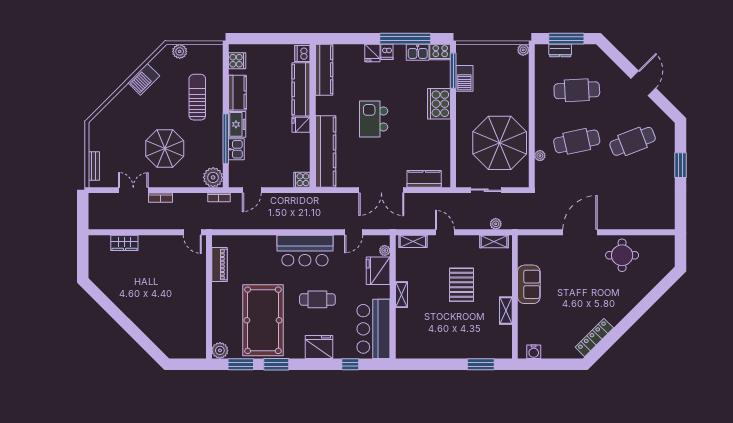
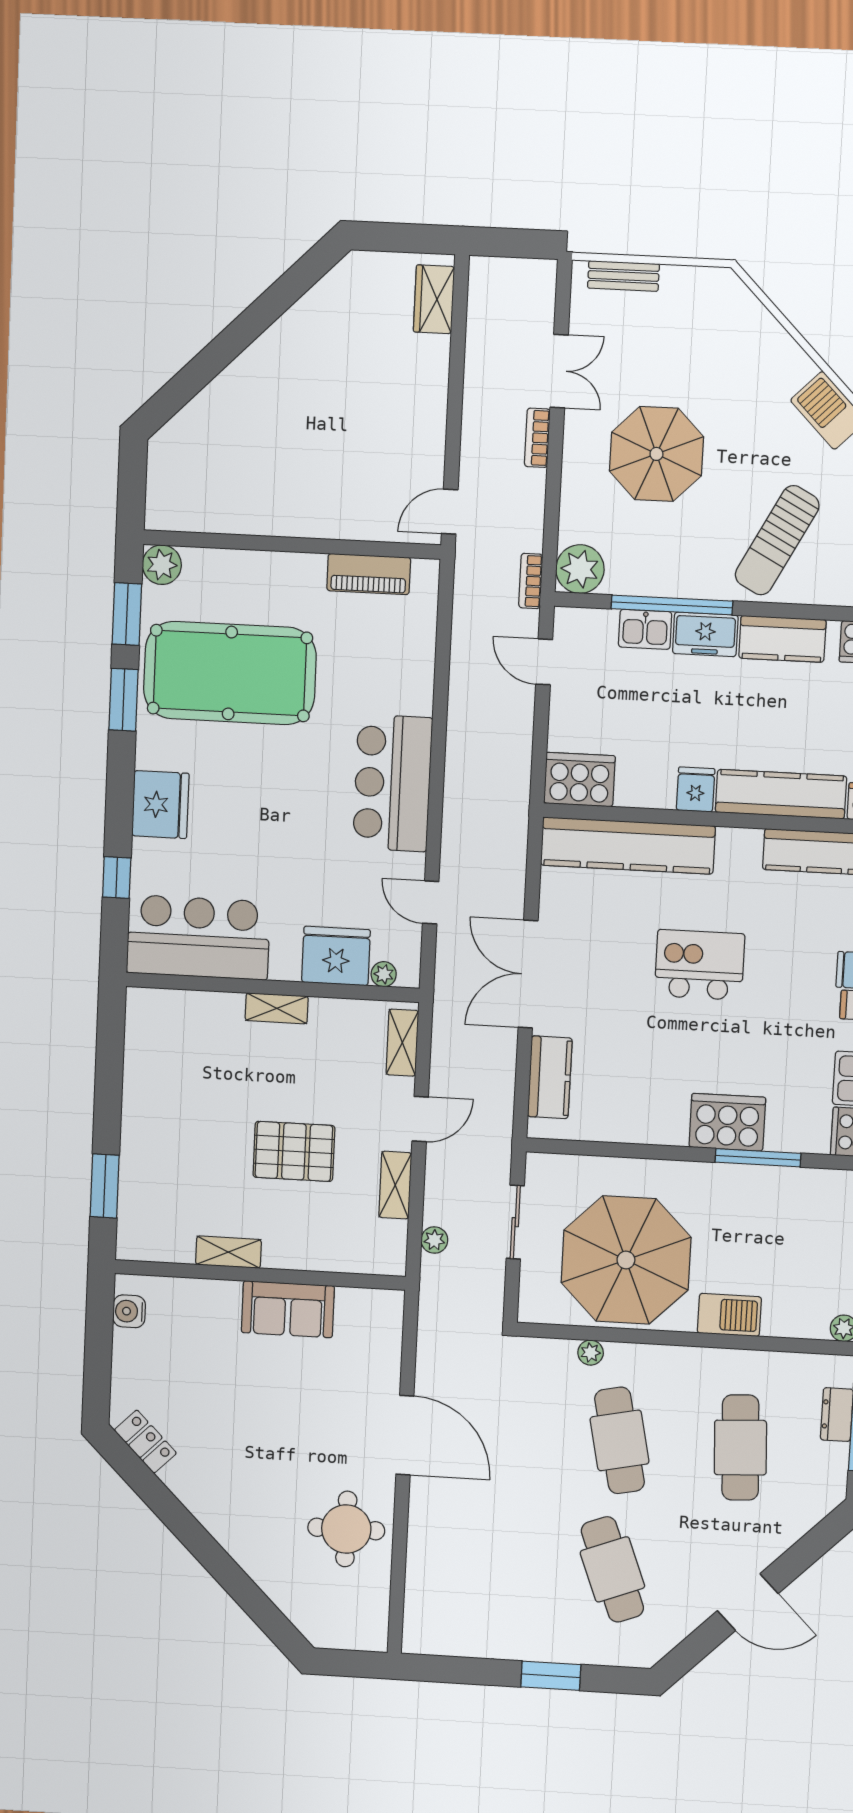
window: (453, 71) -> (758, 1158), moved
barbecue: (464, 78) -> (729, 1315), moved, turned 180
sun lounger: (197, 97) -> (777, 540), turned 118
cooker: (302, 180) -> (579, 780), width x1.87, depth x1.31
shelving: (494, 241) -> (395, 1185), moved
wardrobe: (124, 243) -> (434, 299), moved
cafe table: (317, 299) -> (274, 807), removed
locker: (594, 338) -> (145, 1442), width x0.66

